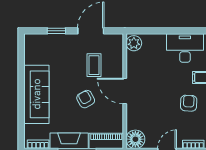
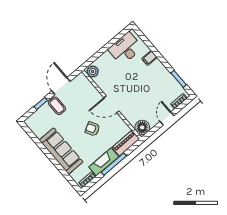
coffee table: (94, 65) -> (57, 106), moved
armchair: (189, 103) -> (155, 79), removed

